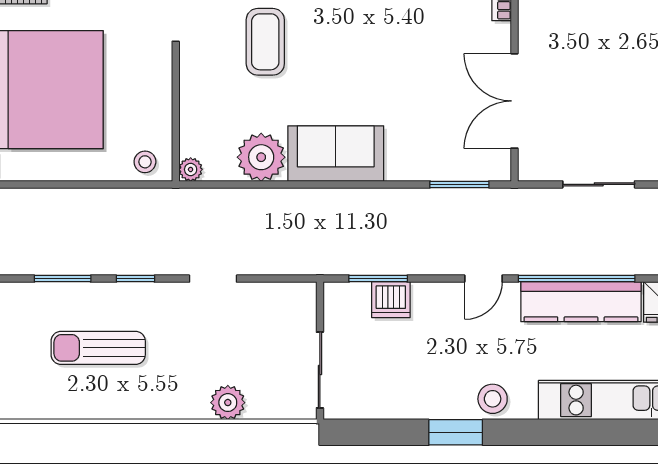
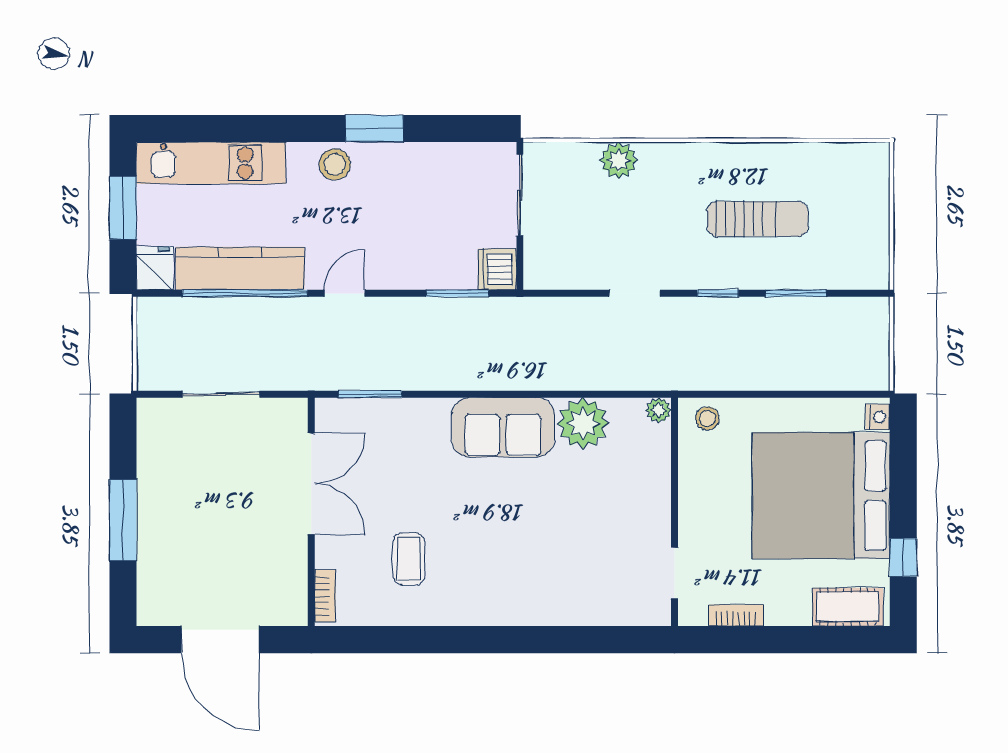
coffee table: (265, 42) -> (409, 559), moved, width x0.73, depth x0.77
dishwasher: (391, 300) -> (497, 269), moved, turned -90

